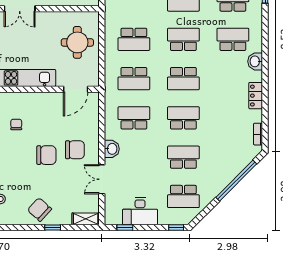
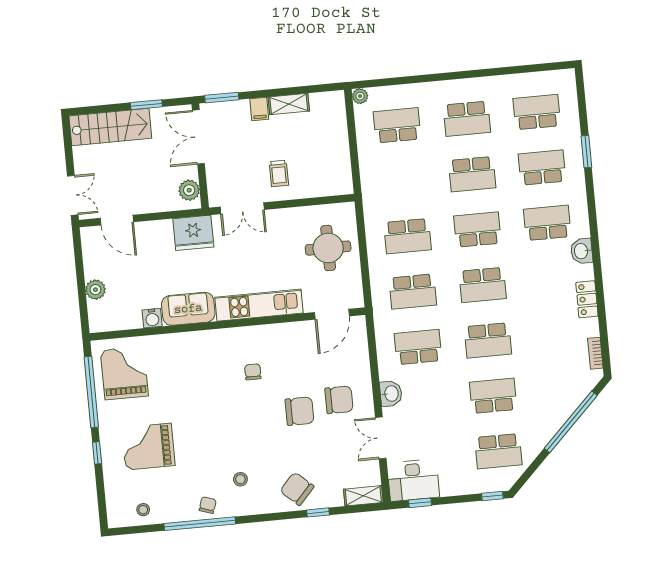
school desk: (183, 118) -> (488, 340), turned 180
desk: (140, 211) -> (413, 480), moved

